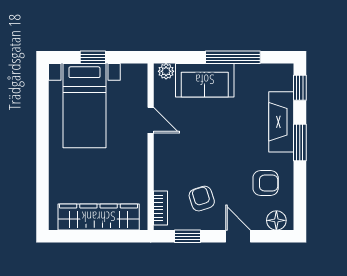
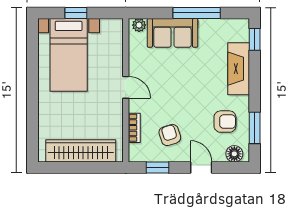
door: (151, 120) -> (126, 87), moved
window: (300, 142) -> (255, 128), moved
bookcase: (161, 208) -> (134, 128), moved

